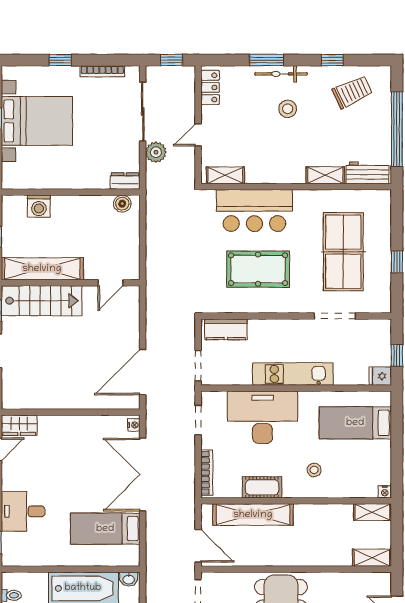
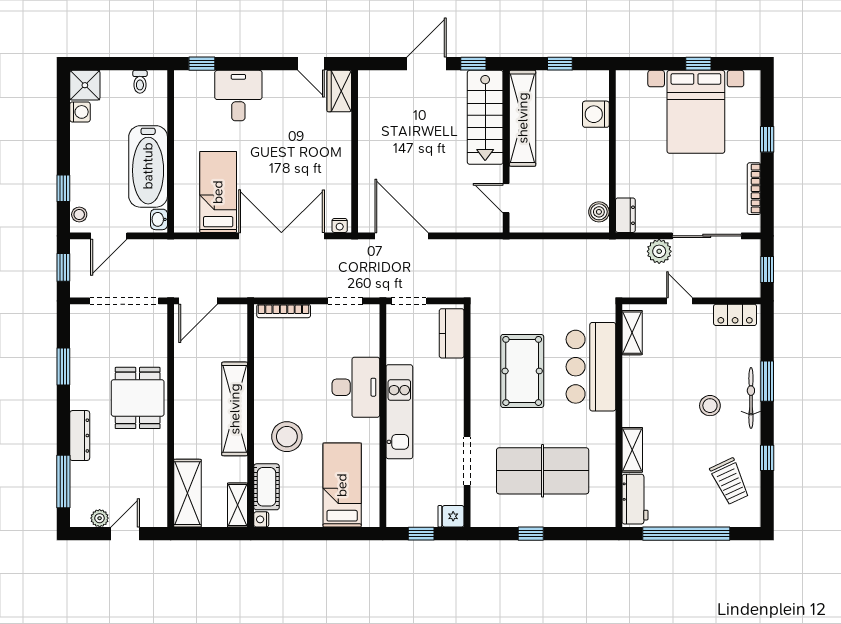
fridge: (380, 376) -> (451, 516), moved, turned -90
desk: (262, 417) -> (356, 387), width x0.73, depth x0.77
stool: (314, 470) -> (287, 437), width x1.89, depth x1.89
cot: (262, 487) -> (267, 487), moved
shelving: (253, 515) -> (235, 409), moved
shelving: (372, 558) -> (187, 493), width x1.50, depth x1.33

